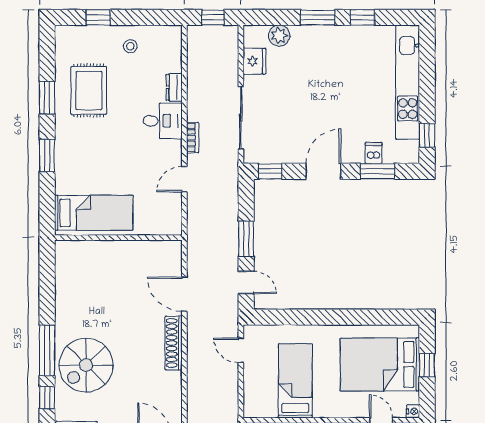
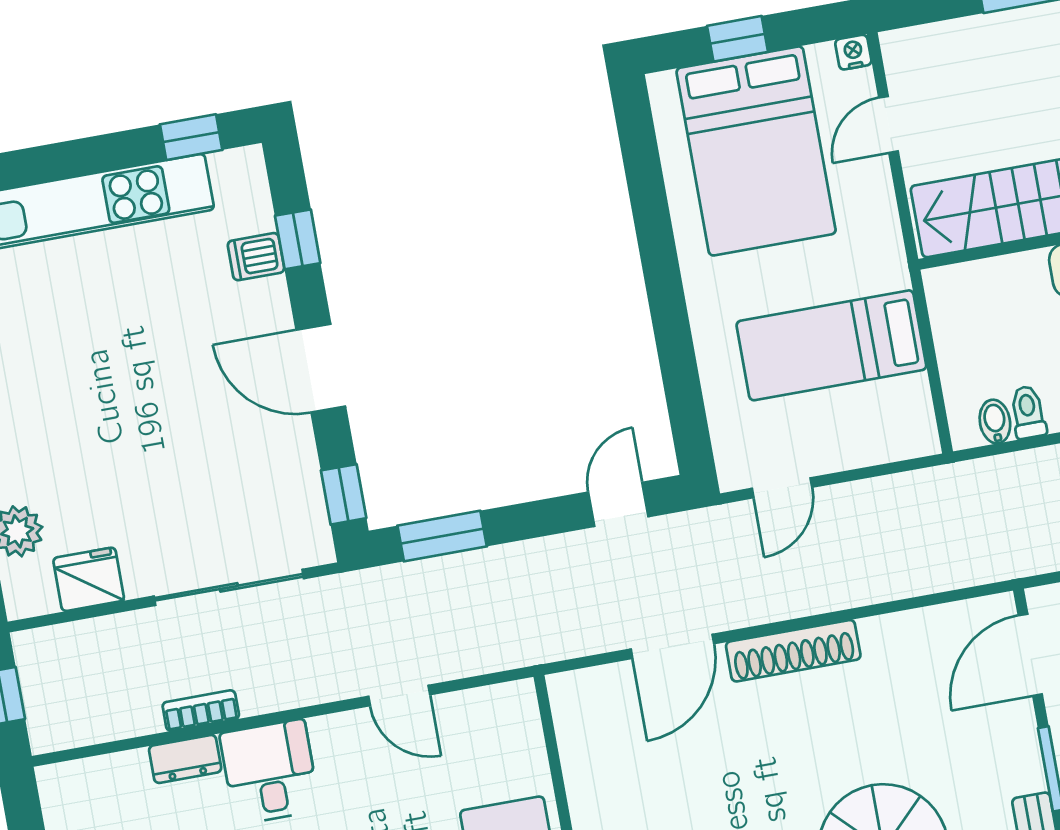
bookcase: (193, 138) -> (201, 711), moved
window: (378, 171) -> (298, 239), width x0.67
window: (246, 239) -> (442, 536), moved

